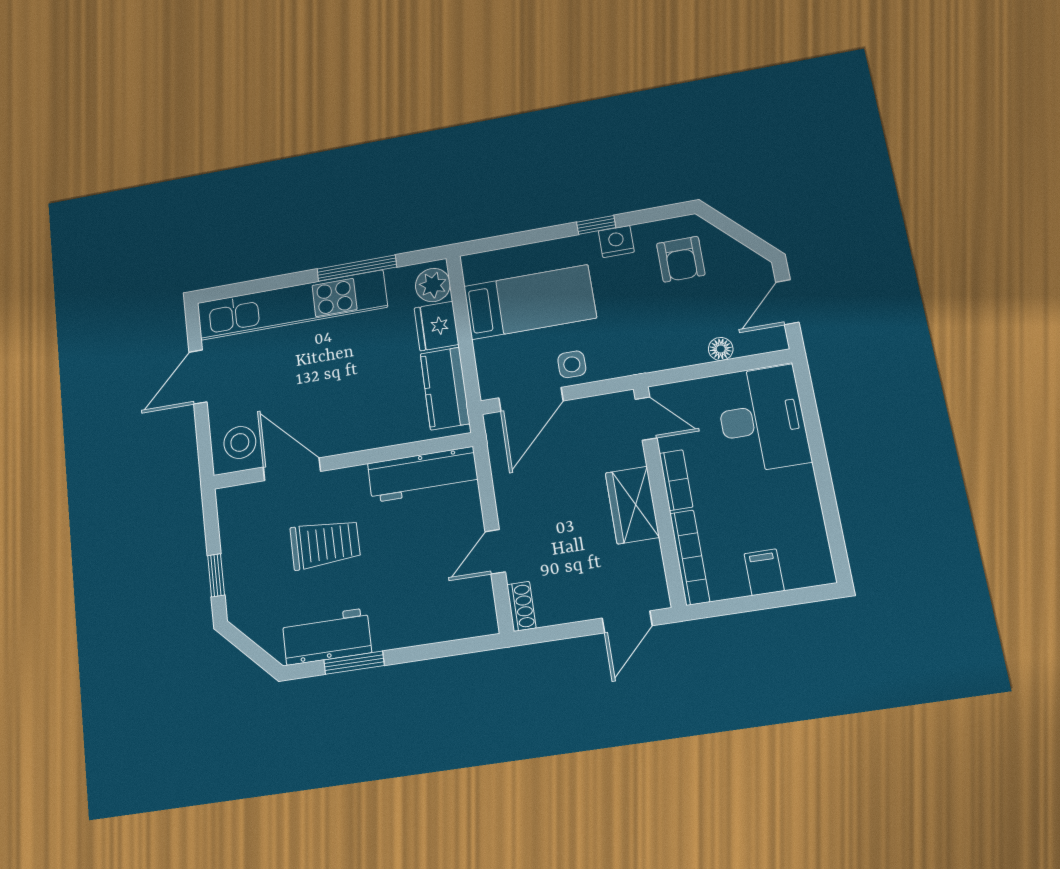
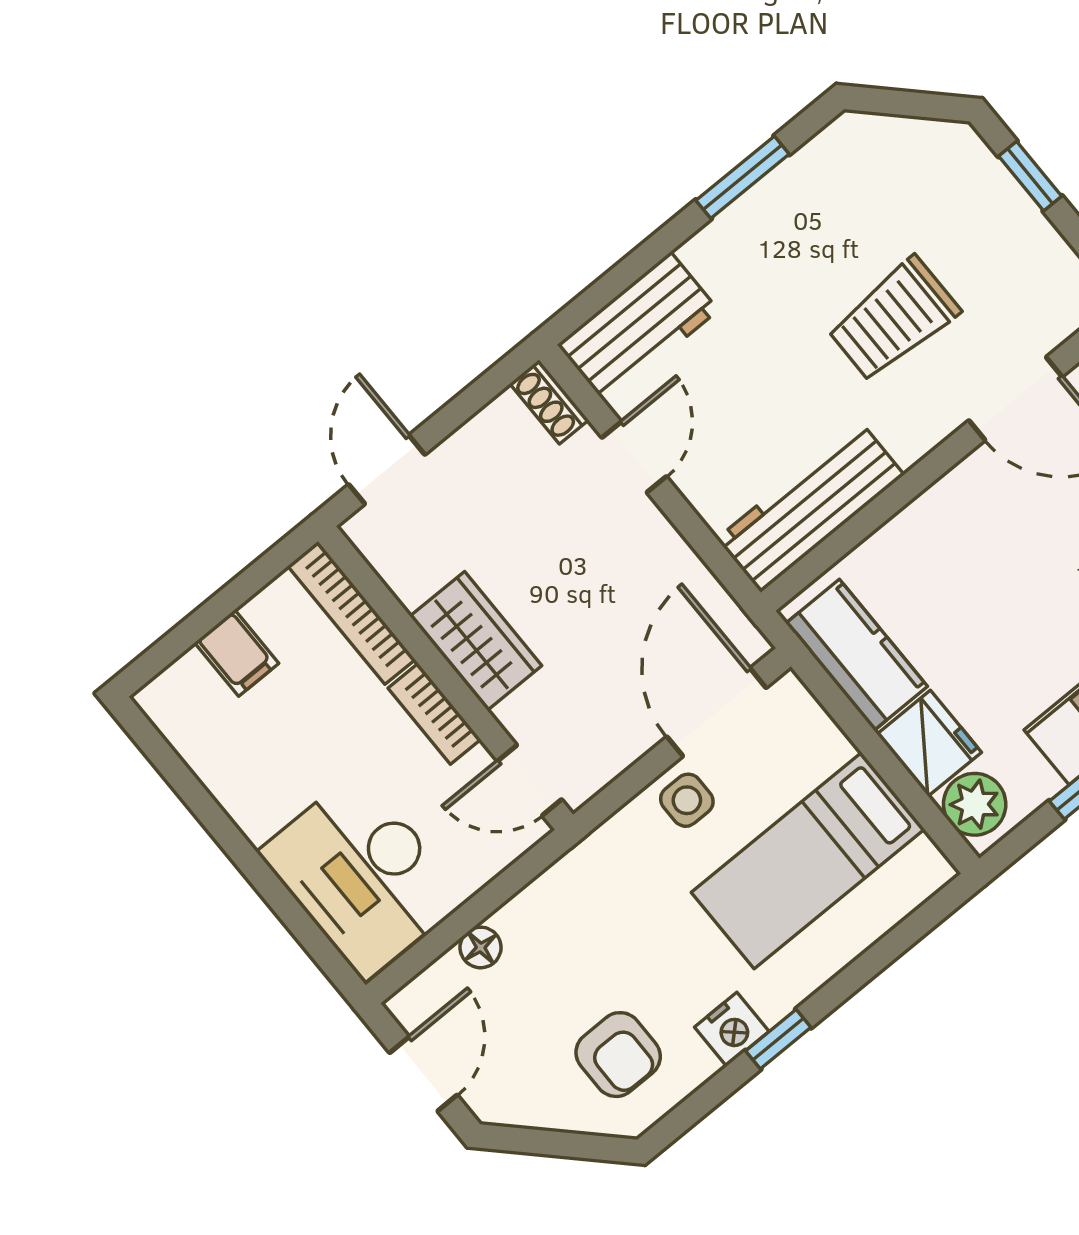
armchair: (681, 259) -> (618, 1055), turned 180
workbench: (327, 637) -> (638, 327), moved

